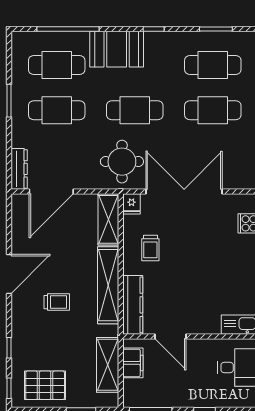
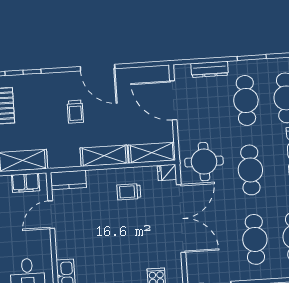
dresser: (19, 169) -> (210, 69), moved
shelving: (108, 285) -> (104, 156), width x0.68
kitchen counter: (133, 305) -> (68, 180), width x0.67

